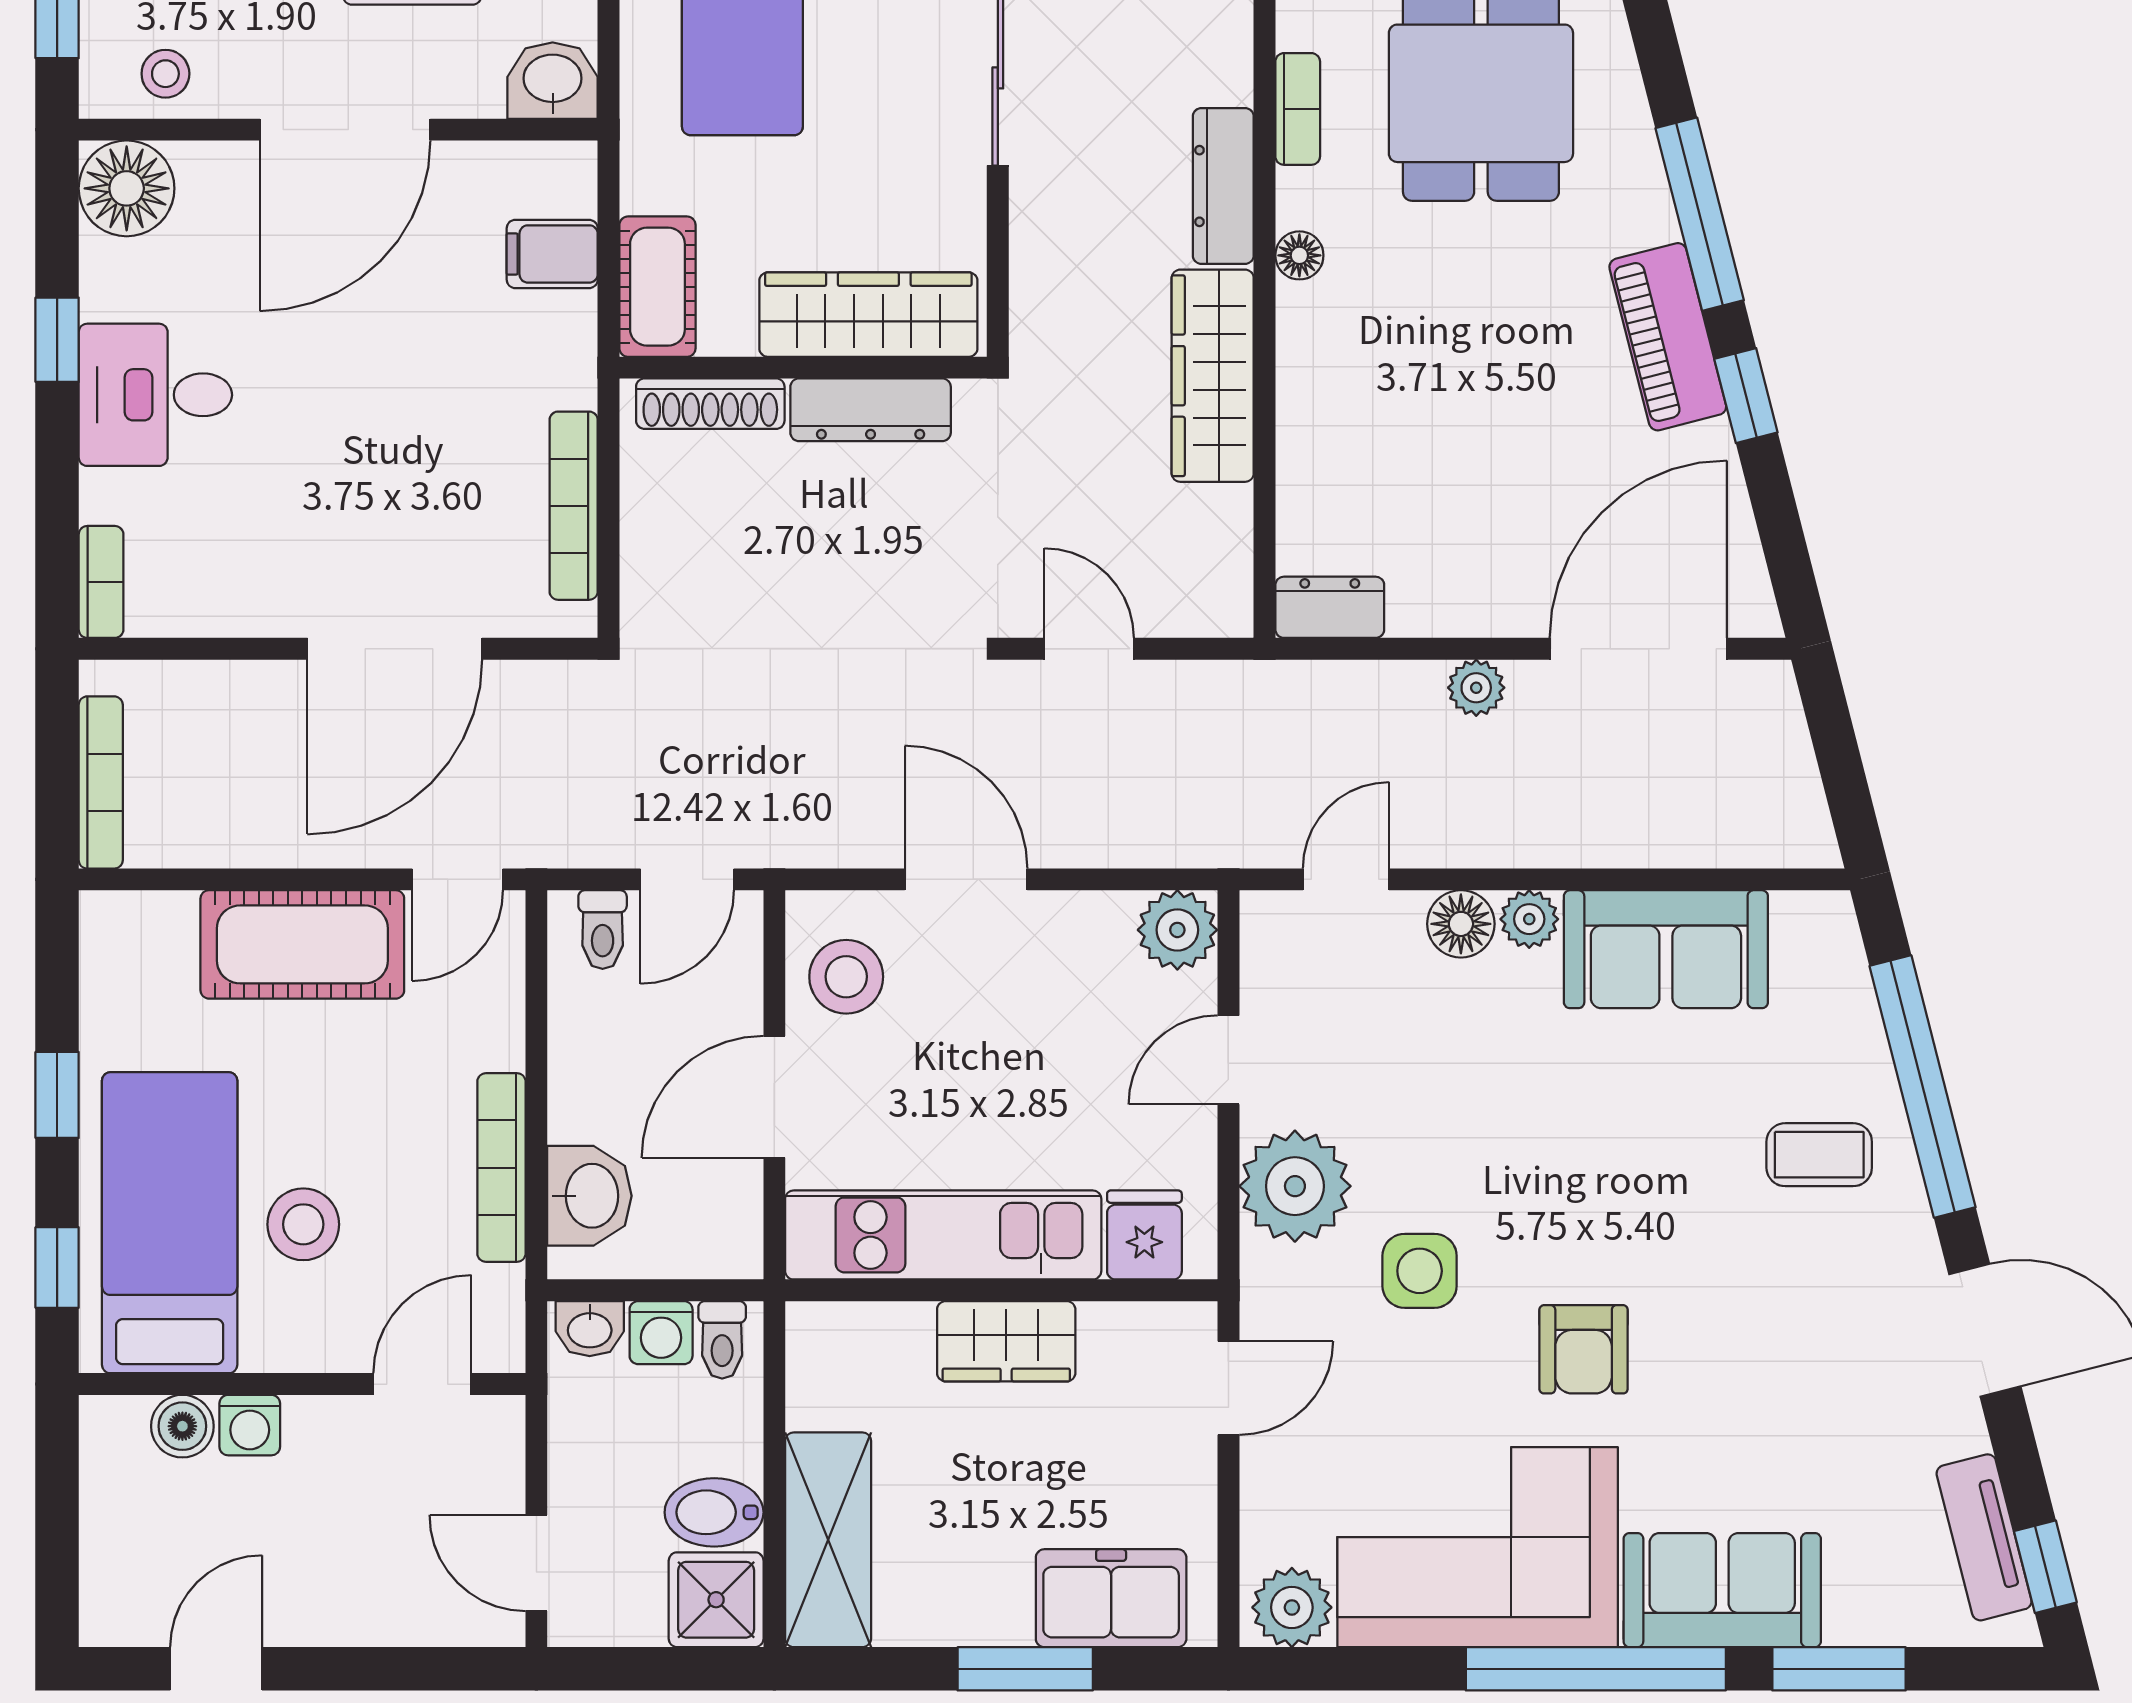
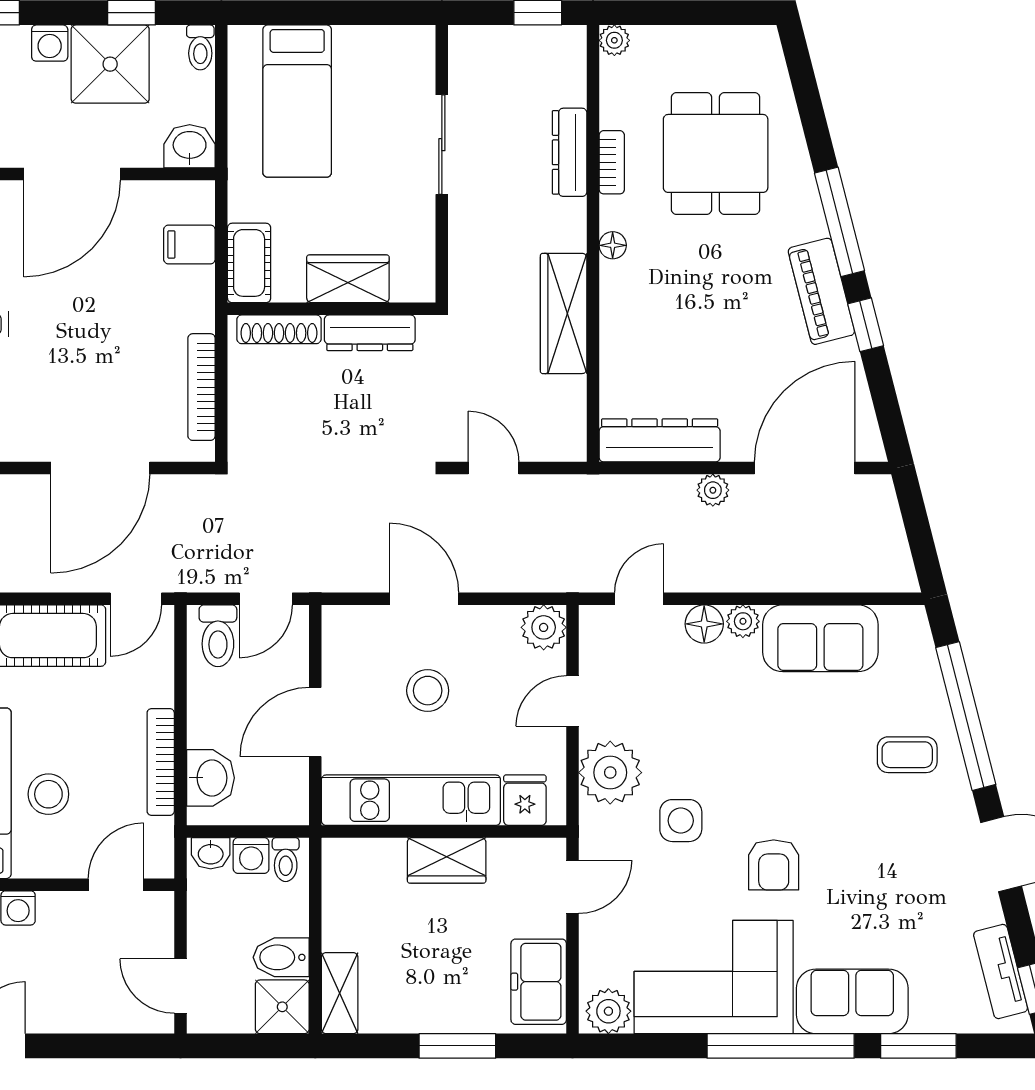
dresser: (1223, 186) -> (570, 152), moved
wardrobe: (868, 315) -> (348, 279), width x0.67
dresser: (1330, 607) -> (660, 440), width x1.96, depth x1.24
toilet: (603, 930) -> (218, 636), width x1.37, depth x1.39
stool: (846, 977) -> (428, 691), moved
shelving: (828, 1540) -> (340, 993), width x0.67, depth x0.75
freezer: (1111, 1598) -> (539, 982), moved, turned -90

